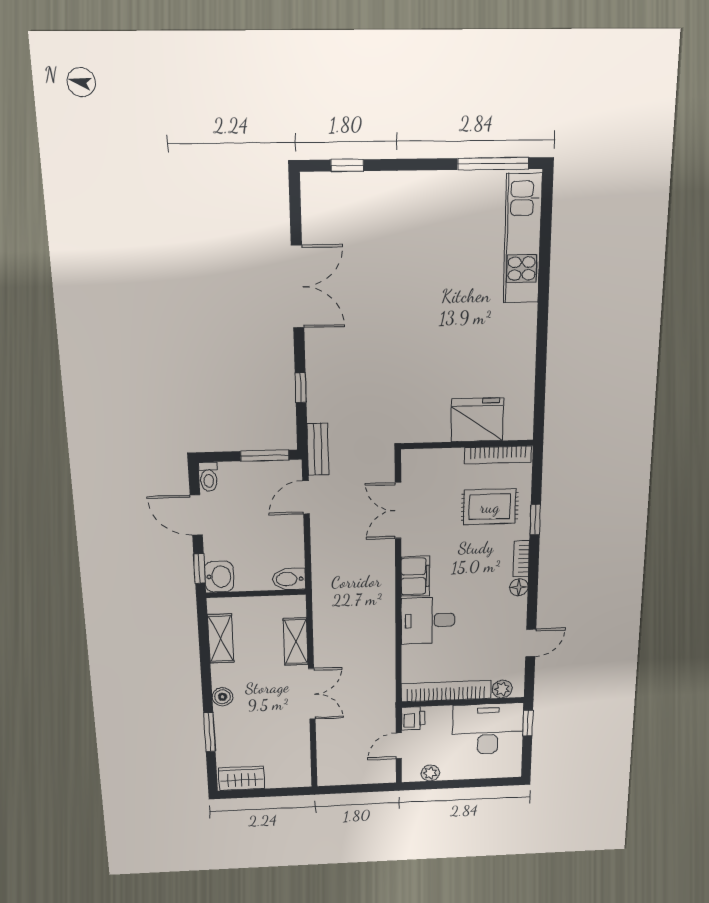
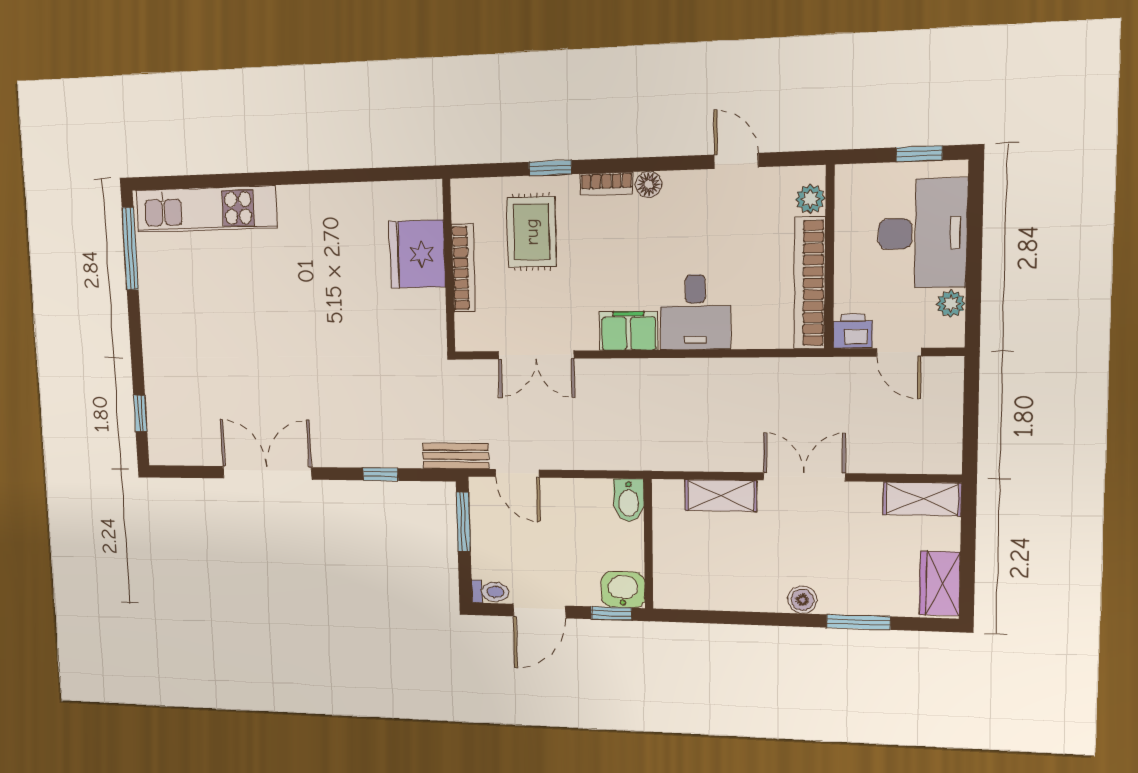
bookcase: (498, 455) -> (463, 268), moved
shelving: (221, 639) -> (922, 499), moved
window: (528, 723) -> (919, 154), moved
desk: (488, 729) -> (922, 233), moved, turned 180

